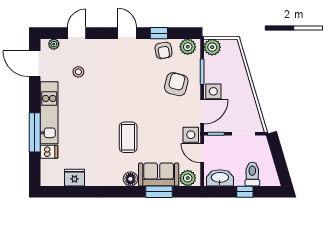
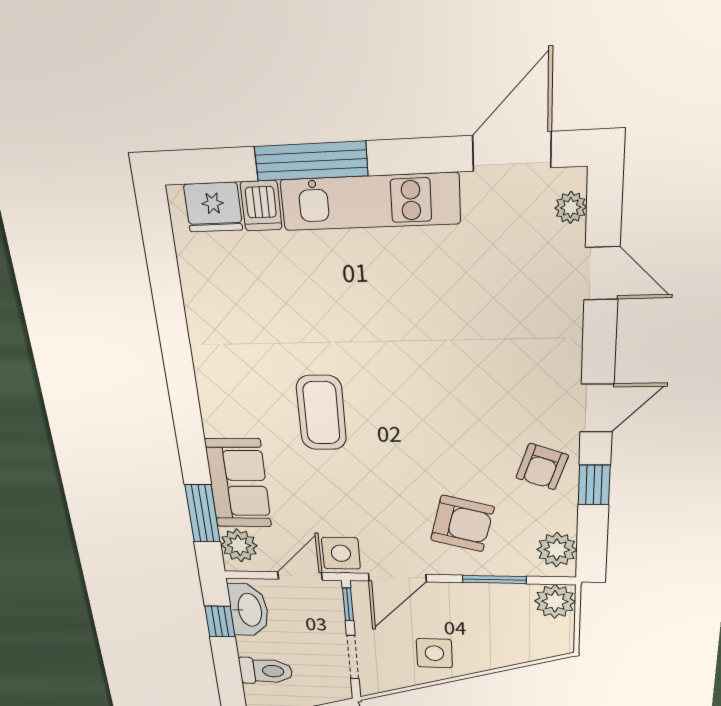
armchair: (164, 50) -> (542, 467), moved, turned -61
stool: (78, 72) -> (490, 281), removed
side table: (213, 91) -> (434, 653), moved
door: (202, 112) -> (397, 578), hinge flipped
coffee table: (128, 137) -> (321, 413), turned 90
fridge: (75, 178) -> (213, 207), moved, turned 90
floor lamp: (130, 179) -> (218, 419), removed
window: (159, 192) -> (202, 513), moved
window: (245, 192) -> (220, 621), moved

